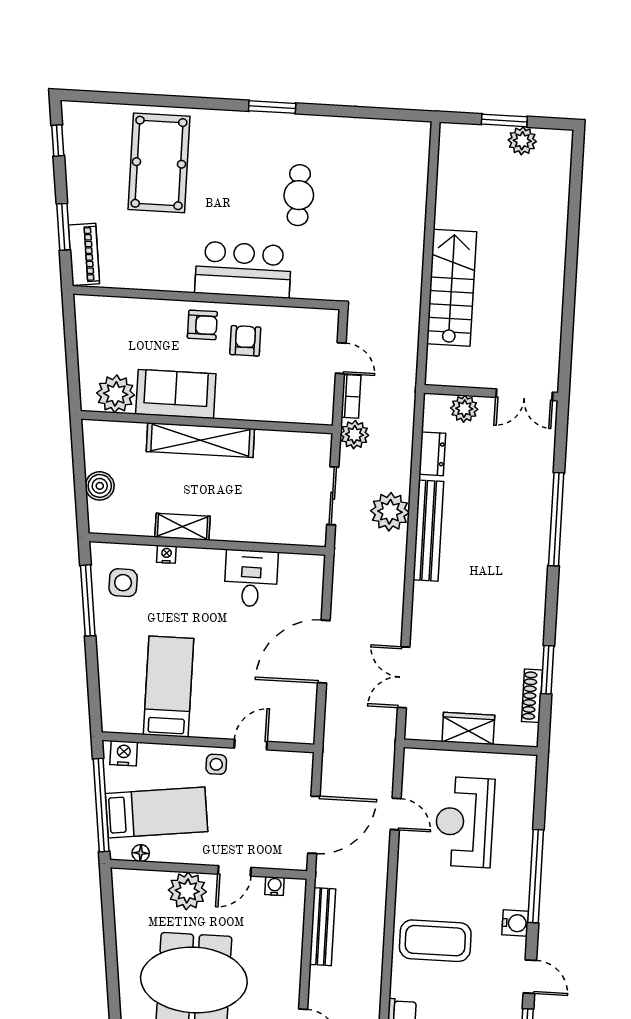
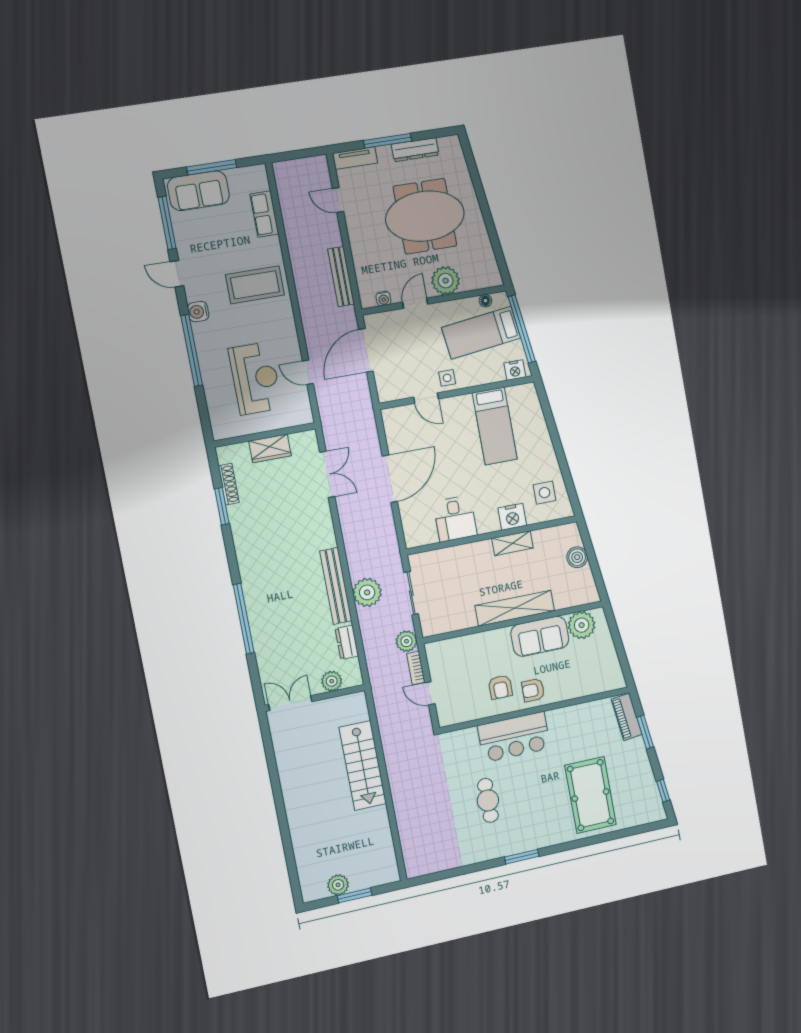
nightstand: (166, 554) -> (512, 517), width x1.89, depth x1.79
window: (88, 600) -> (566, 474), removed
door: (251, 745) -> (426, 398), hinge flipped

